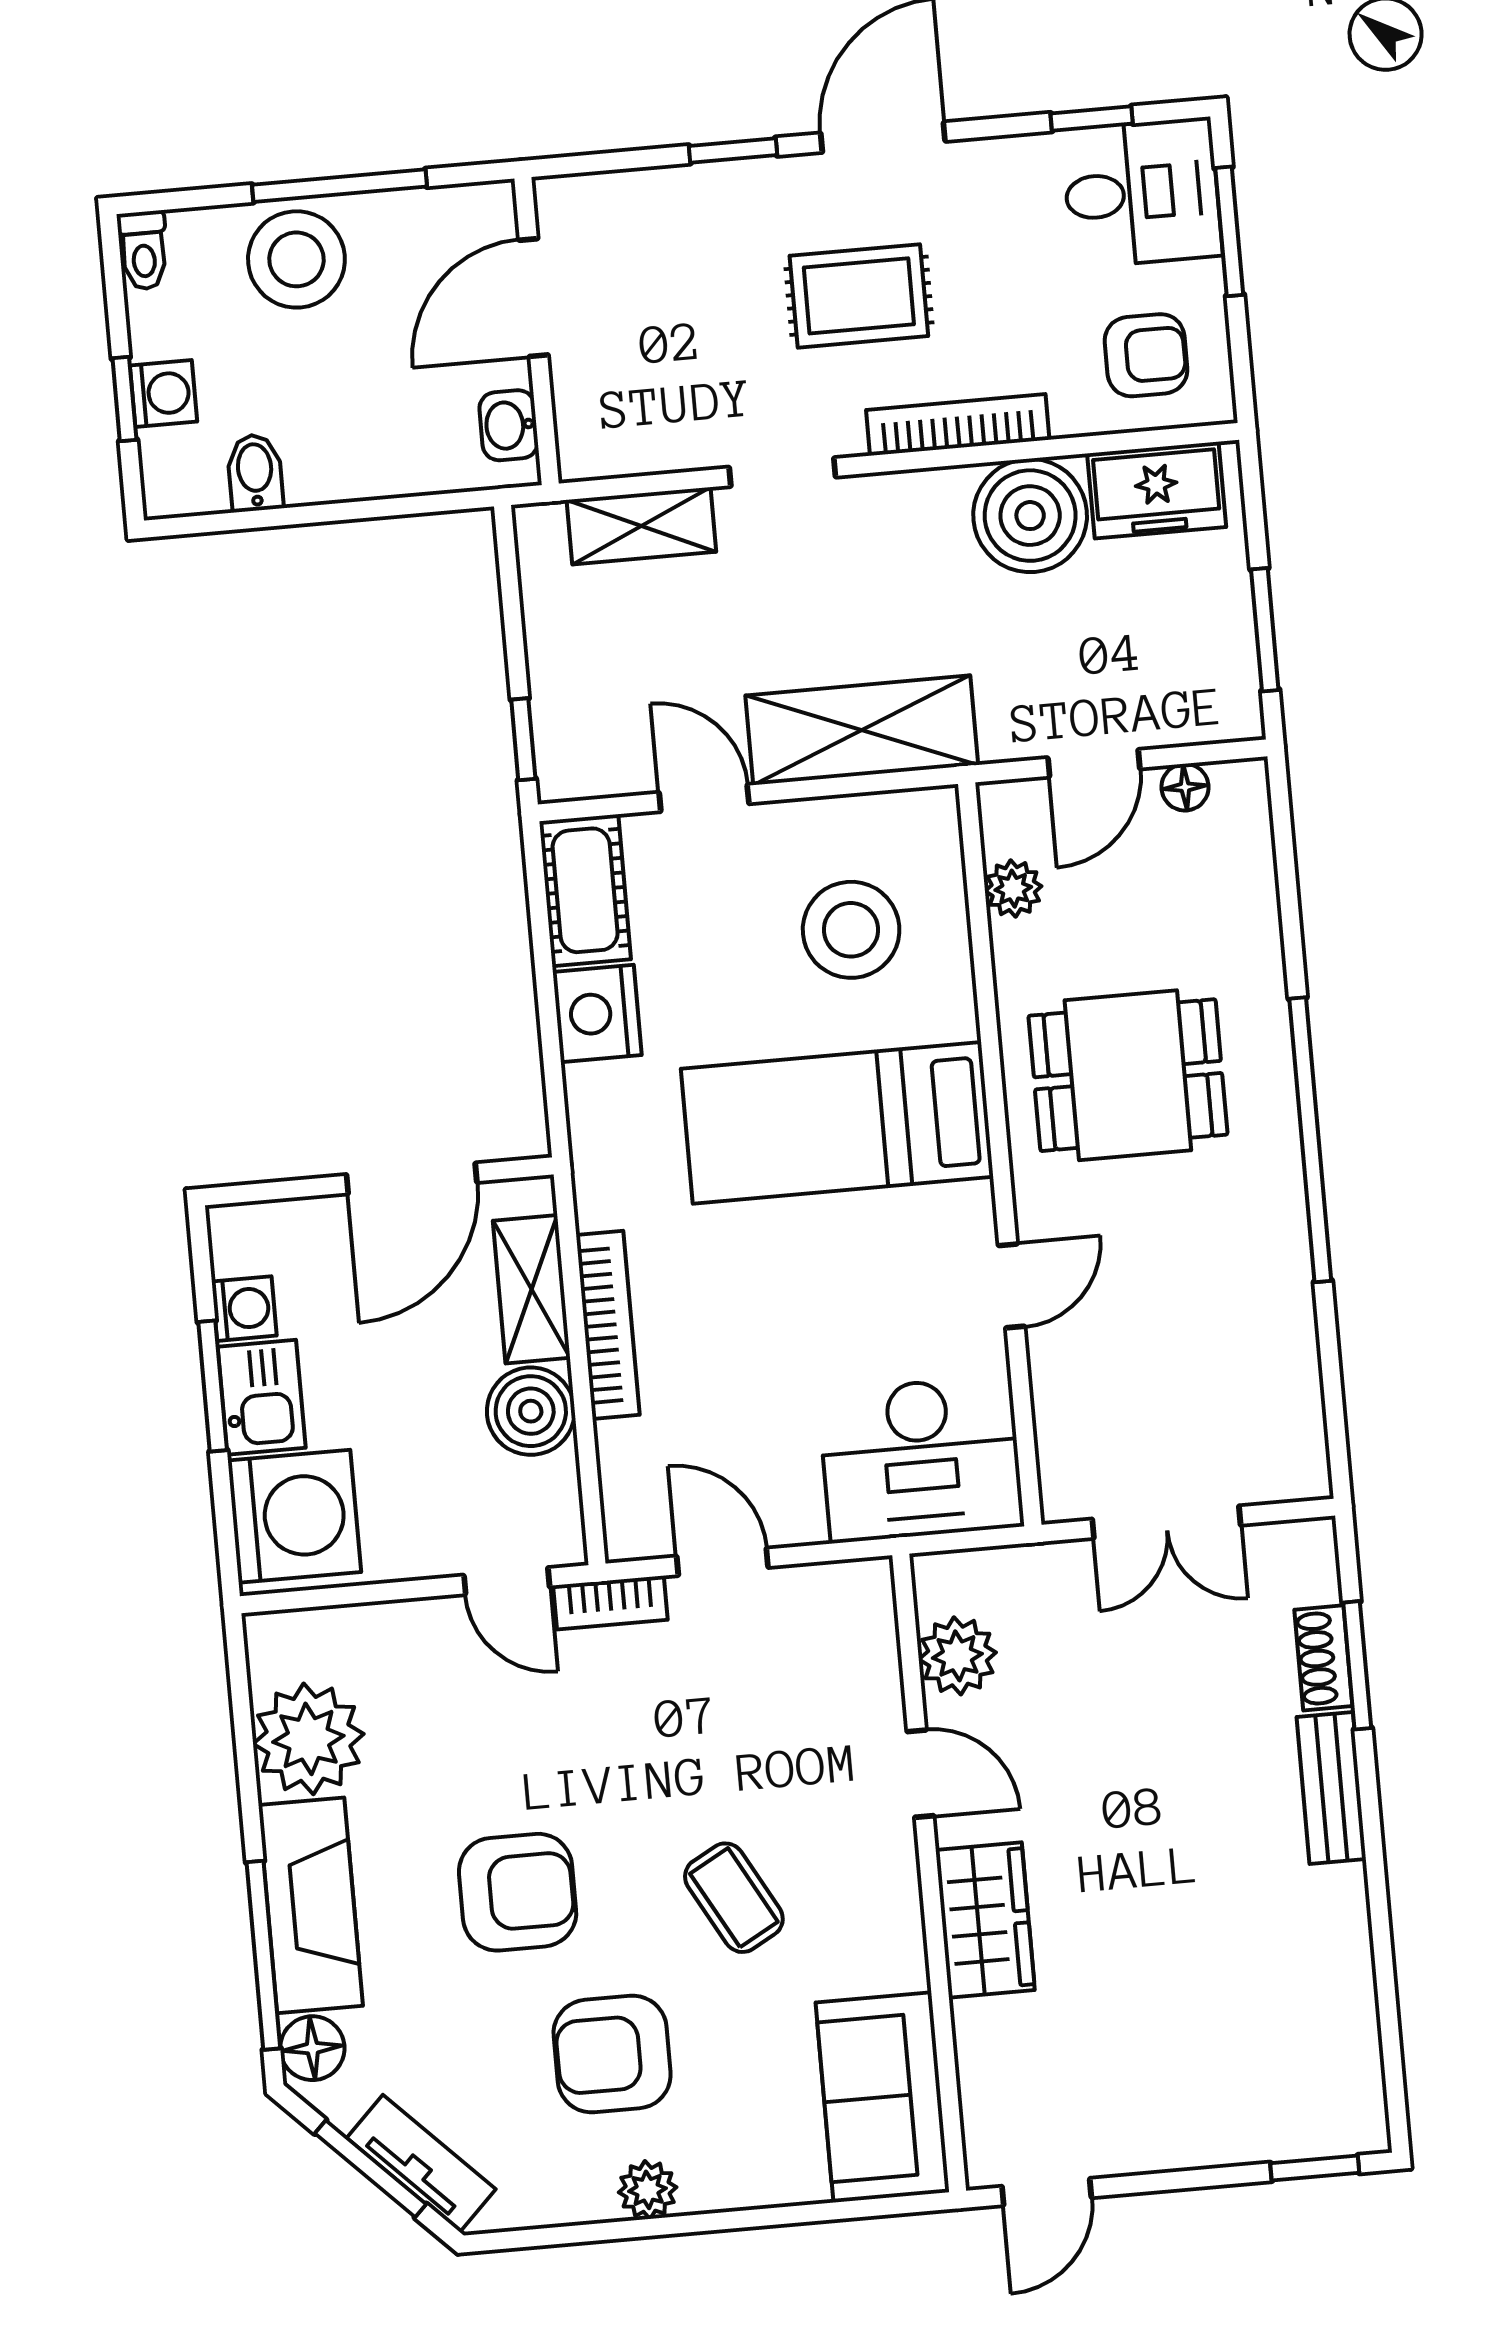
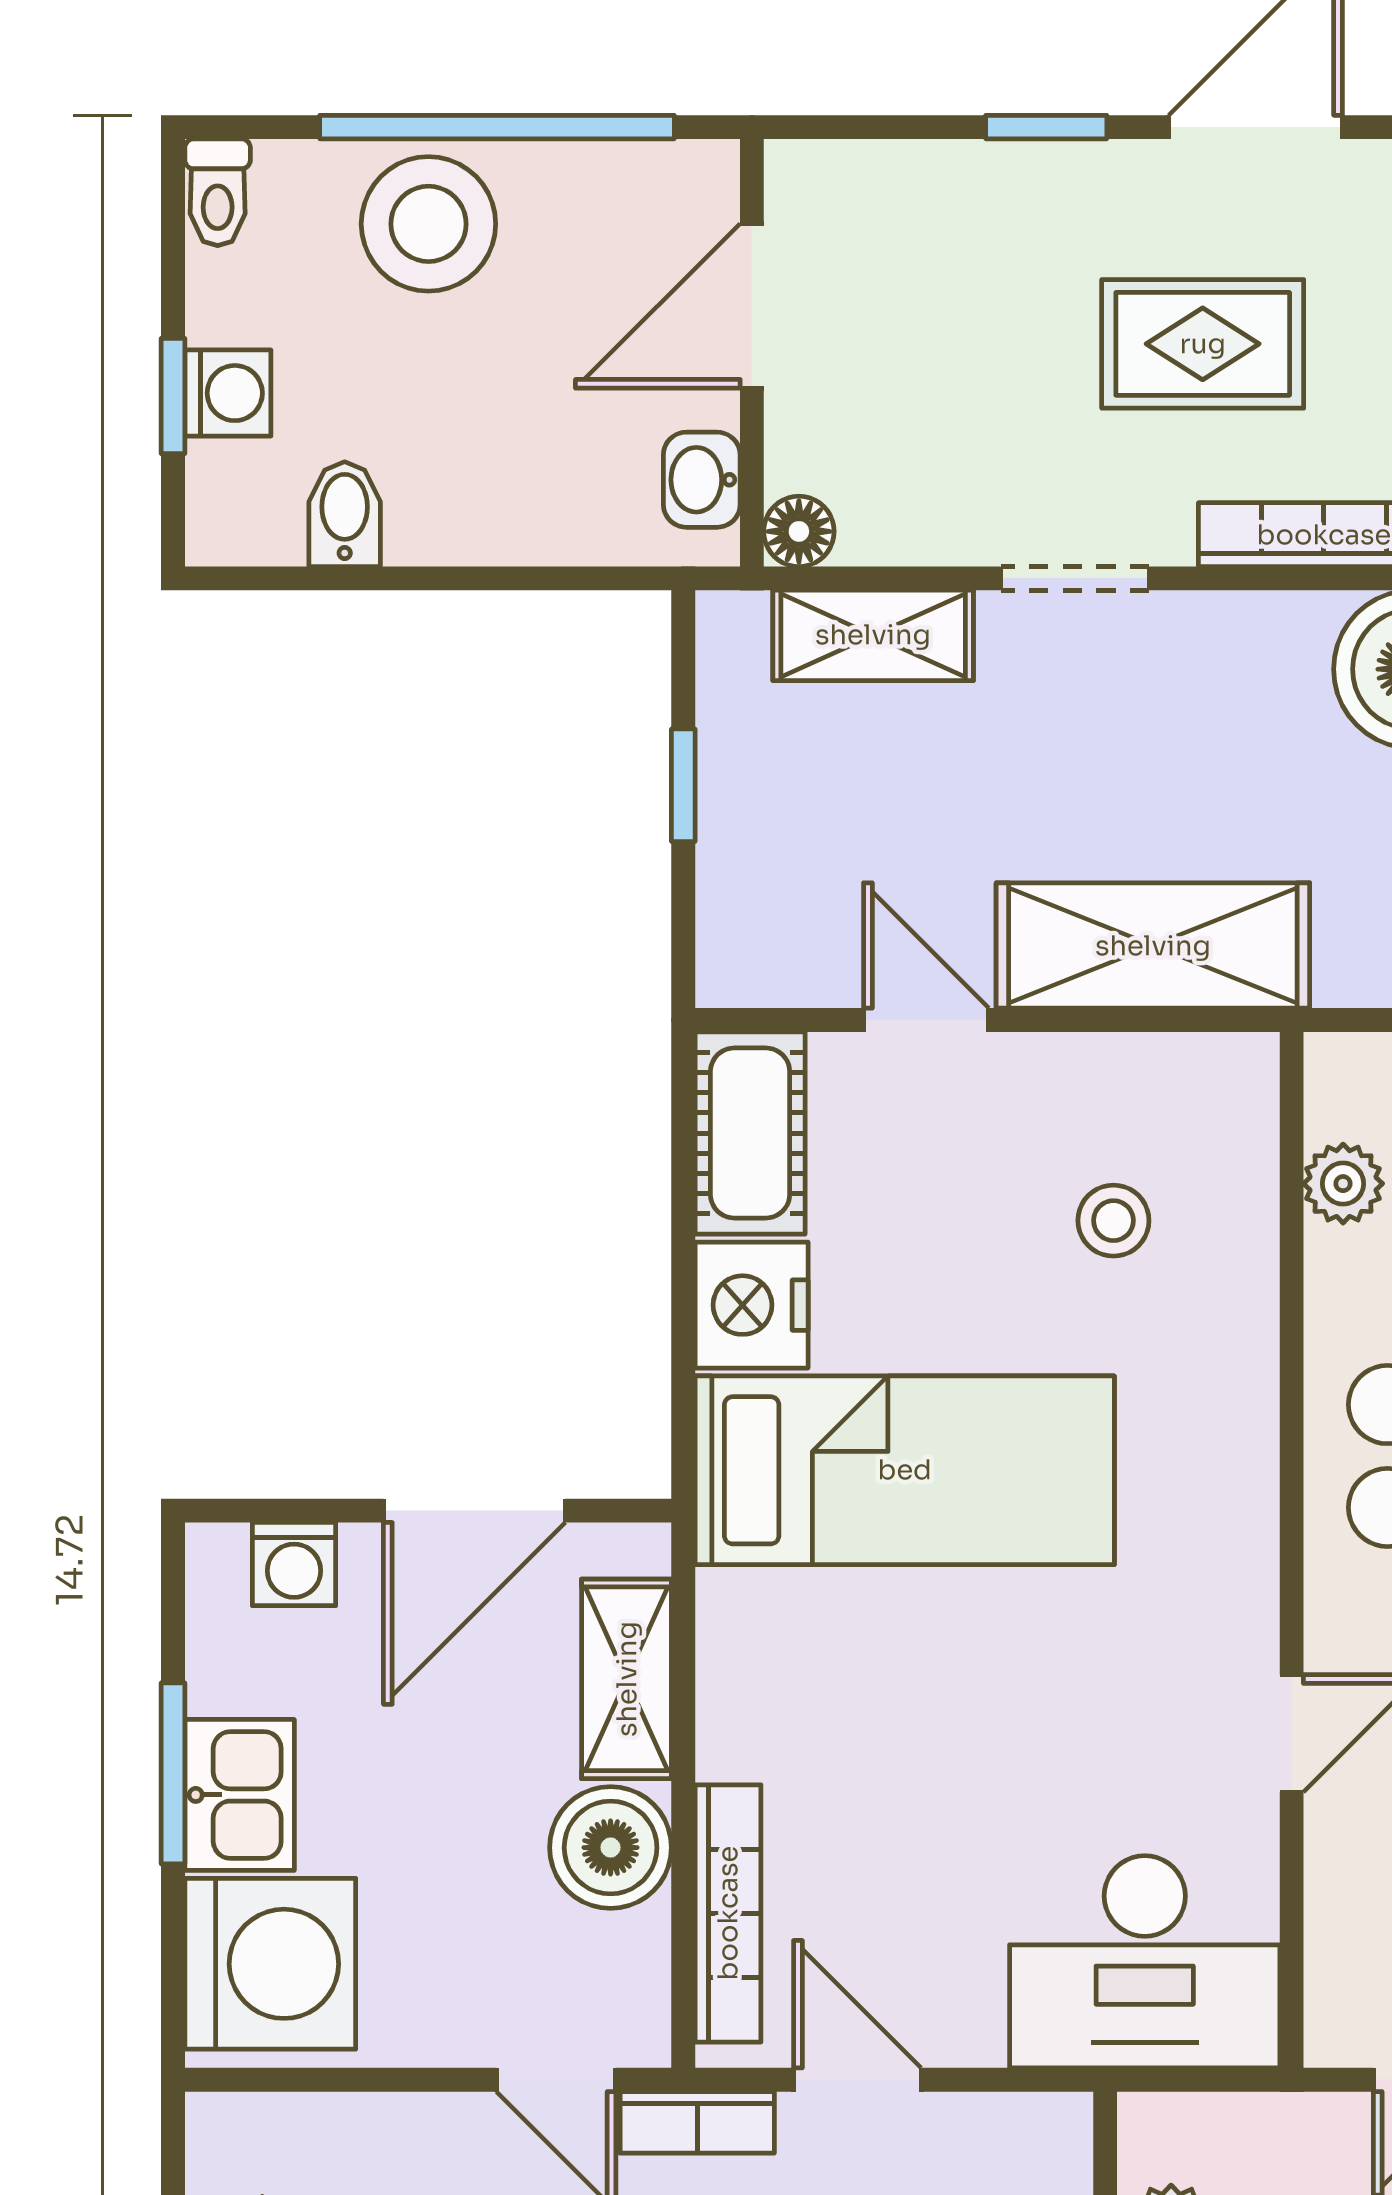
window: (339, 186) -> (497, 127), width x1.46
floor lamp: (582, 456) -> (799, 531), added
window: (523, 739) -> (683, 785), moved
stool: (851, 930) -> (1113, 1221), width x0.53, depth x0.53
bed: (837, 1123) -> (905, 1470), moved, turned 180
washing machine: (244, 1309) -> (294, 1564), moved, turned 90
bookcase: (608, 1325) -> (728, 1913), moved

